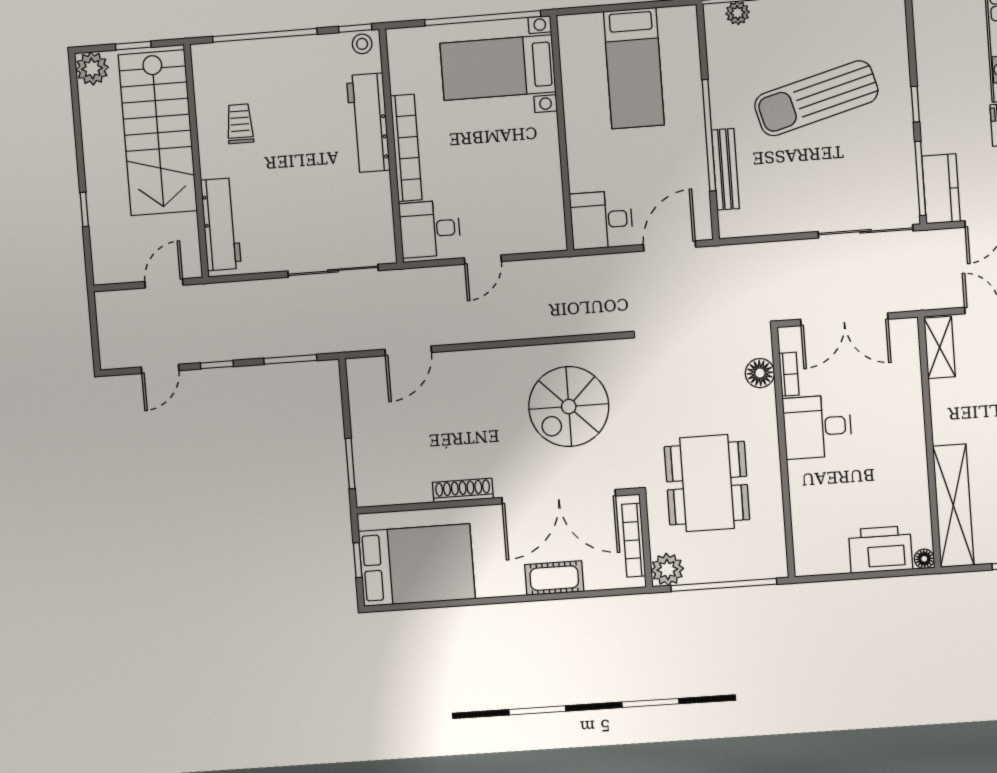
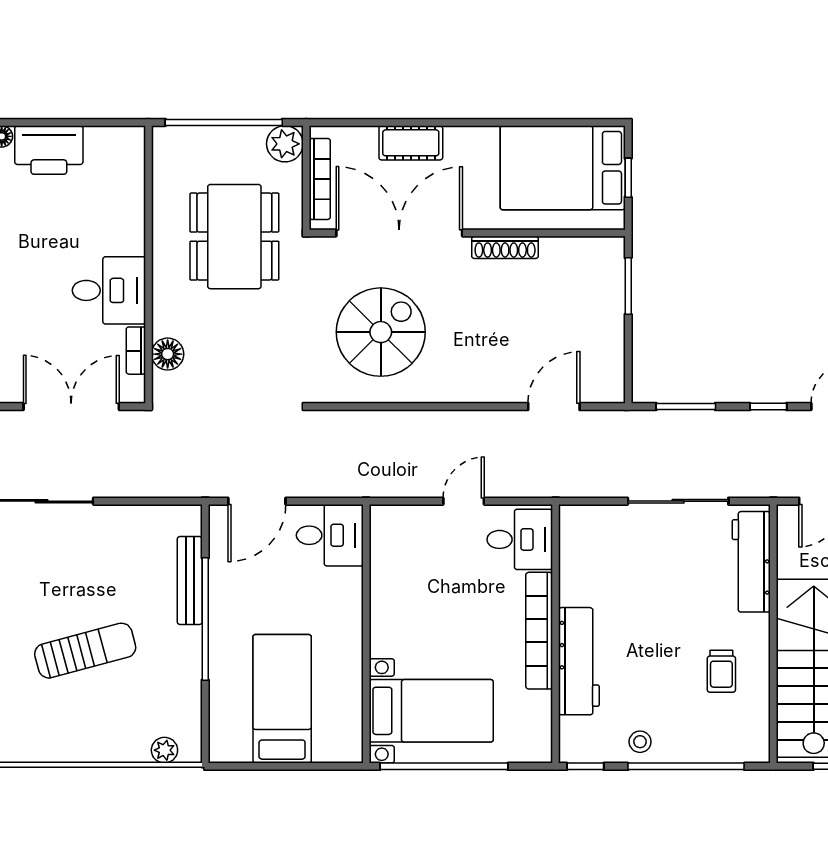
stool: (362, 44) -> (640, 742), moved
sun lounger: (816, 98) -> (85, 651), width x0.73, depth x0.75
sliding door: (333, 271) -> (678, 501), moved

